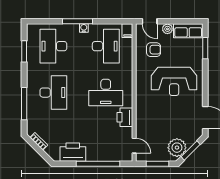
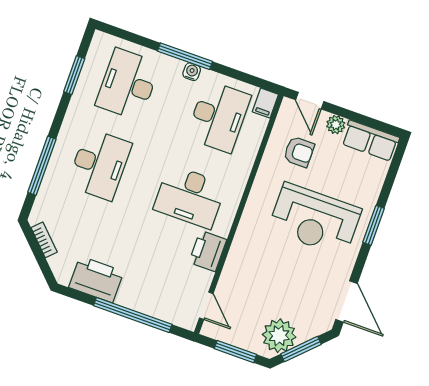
window: (205, 48) -> (373, 225), moved

